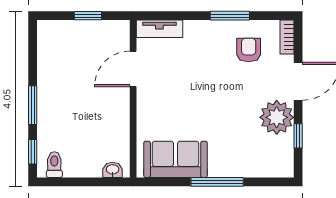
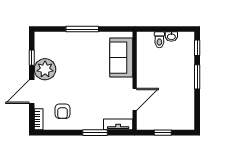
window: (230, 16) -> (95, 133), moved
sofa: (176, 159) -> (121, 58), moved, turned 90
toilet: (54, 165) -> (159, 40), moved
washbasin: (113, 170) -> (171, 37), moved

